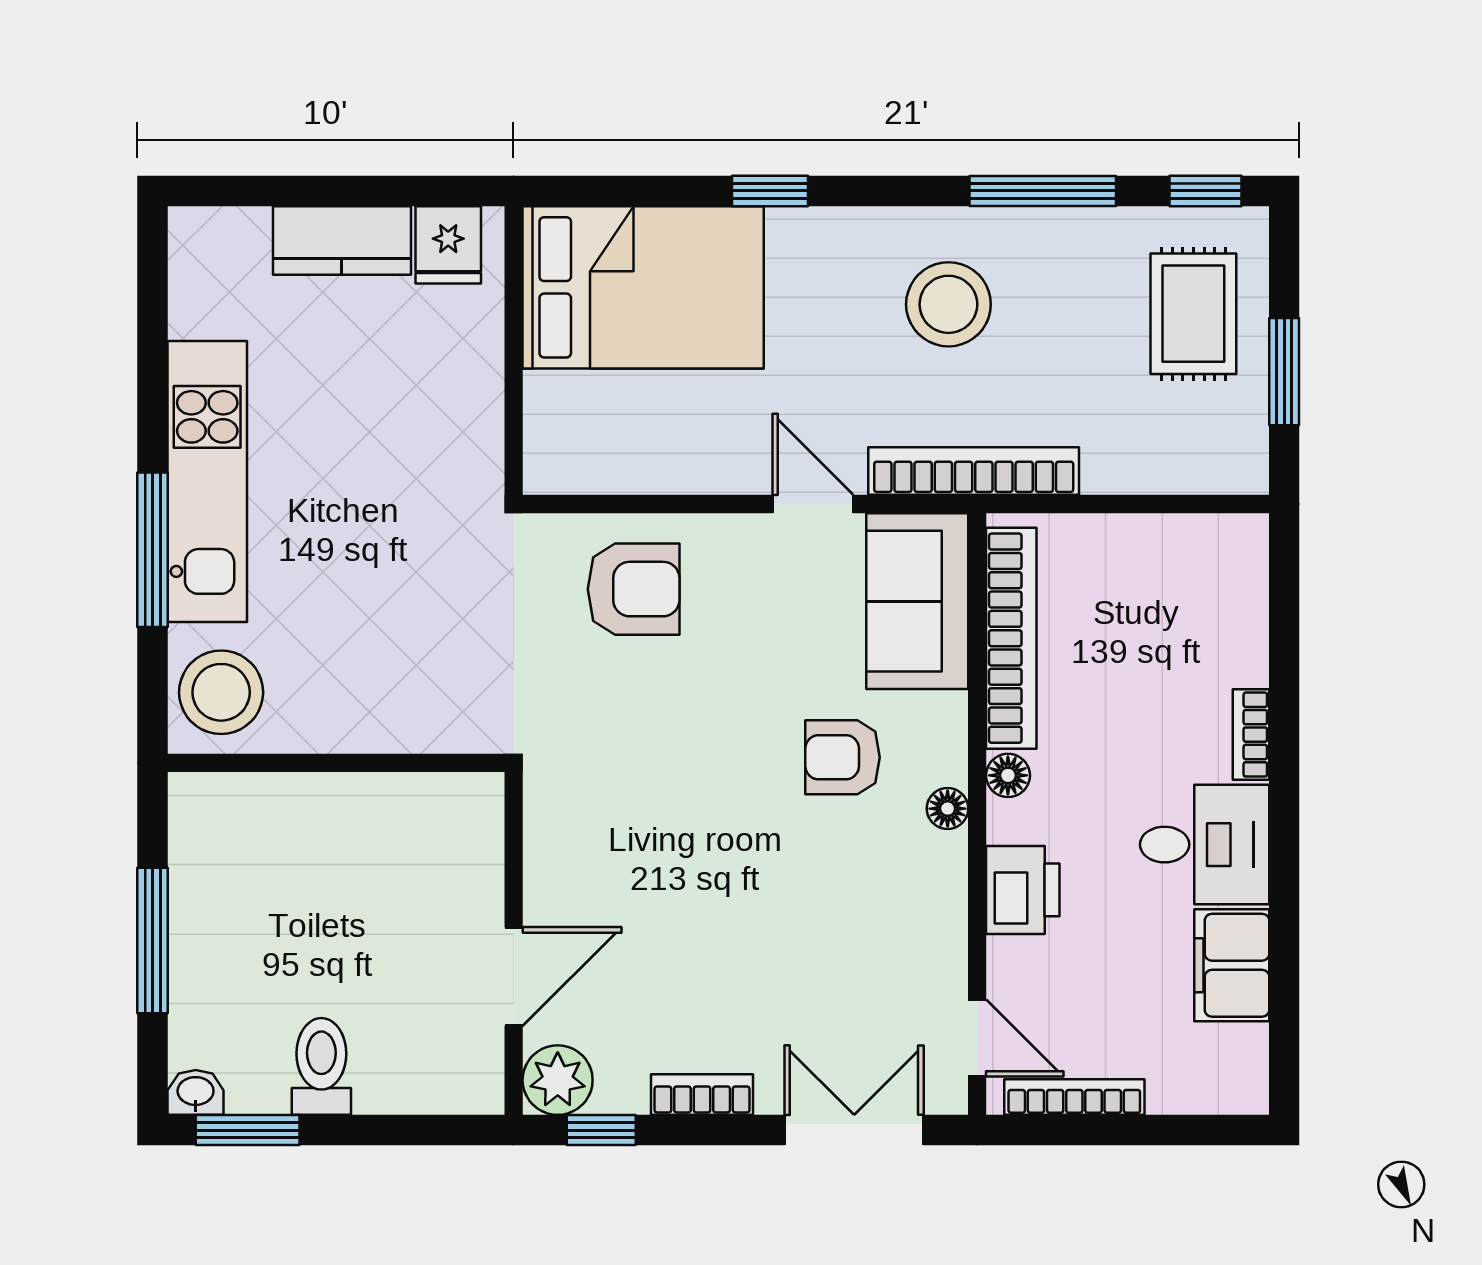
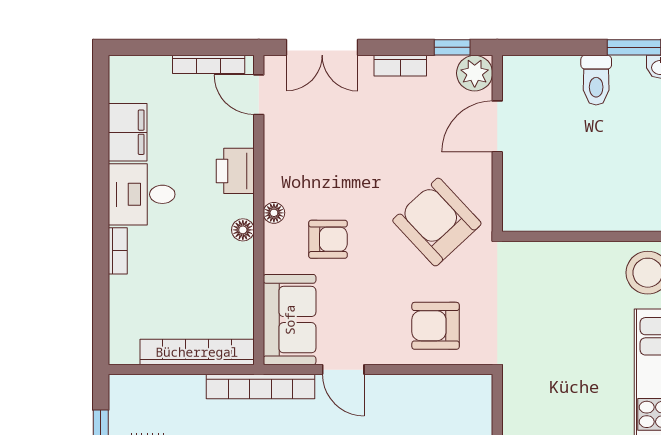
bookcase: (1011, 638) -> (197, 352), moved, turned 90
armchair: (631, 791) -> (437, 222), added

